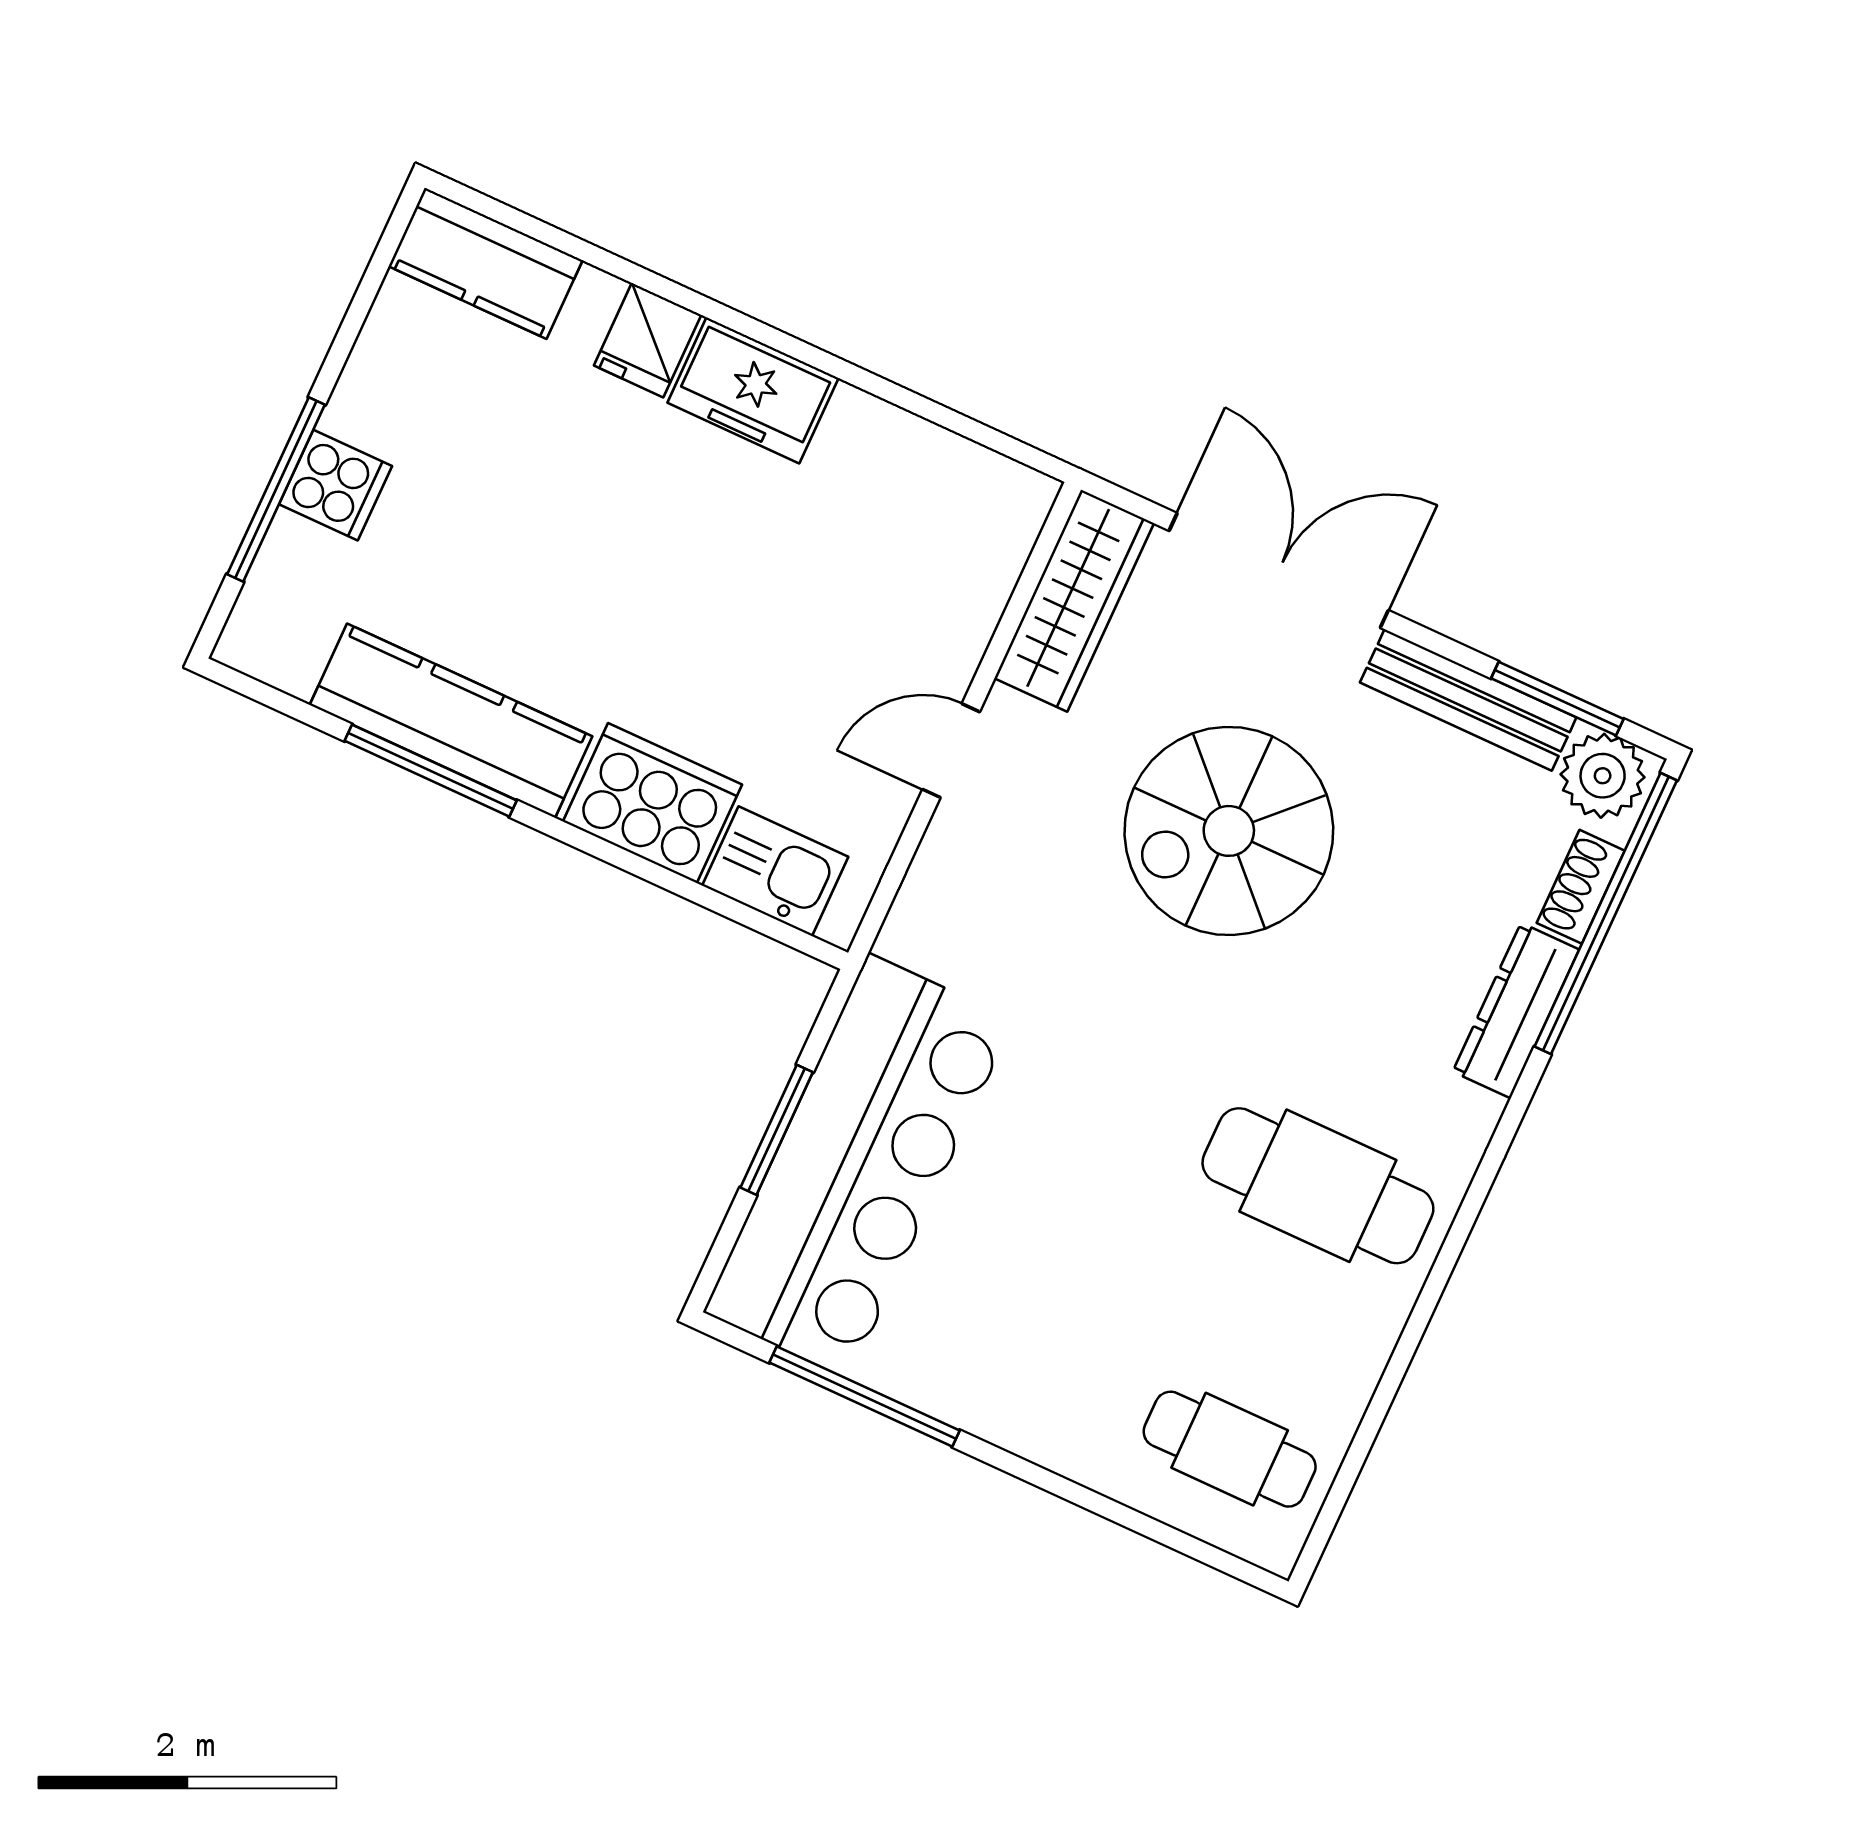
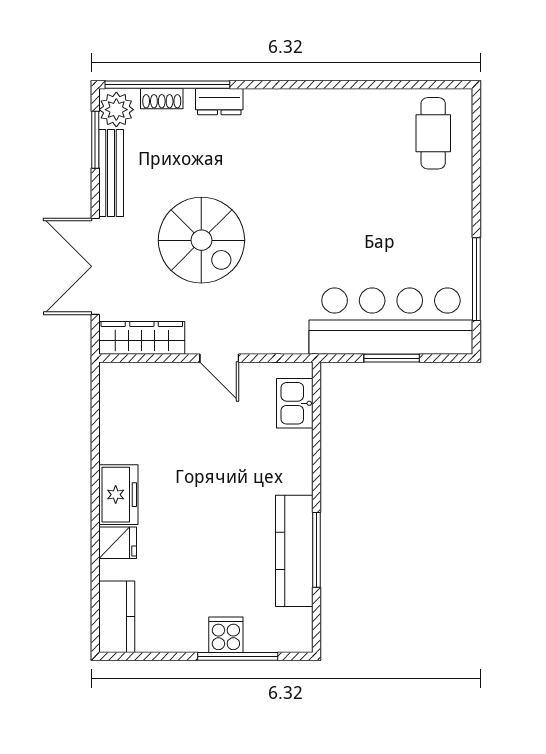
cooker: (652, 803) -> (290, 461), removed
dresser: (1516, 1011) -> (219, 102), width x0.70
cafe table: (1318, 1186) -> (319, 146), removed

